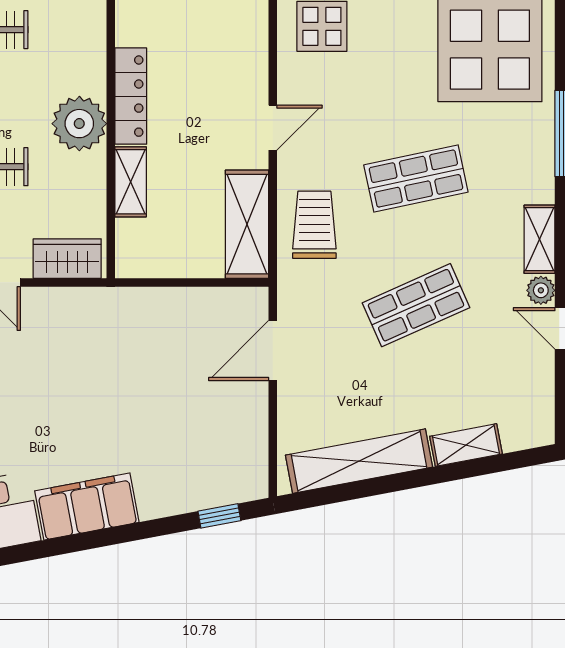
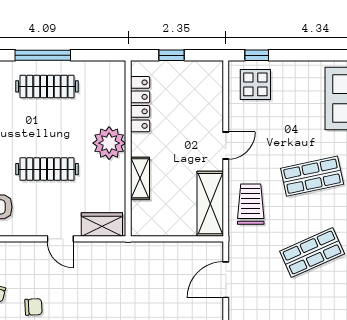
locker: (131, 96) -> (140, 104), moved

